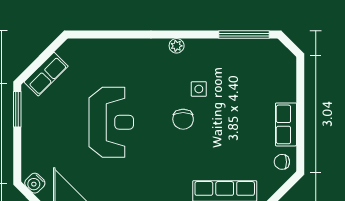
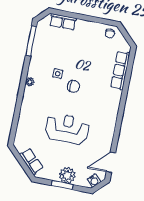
window: (17, 109) -> (62, 185), moved
row of seats: (286, 124) -> (63, 22), moved
plant: (35, 138) -> (67, 175), added

